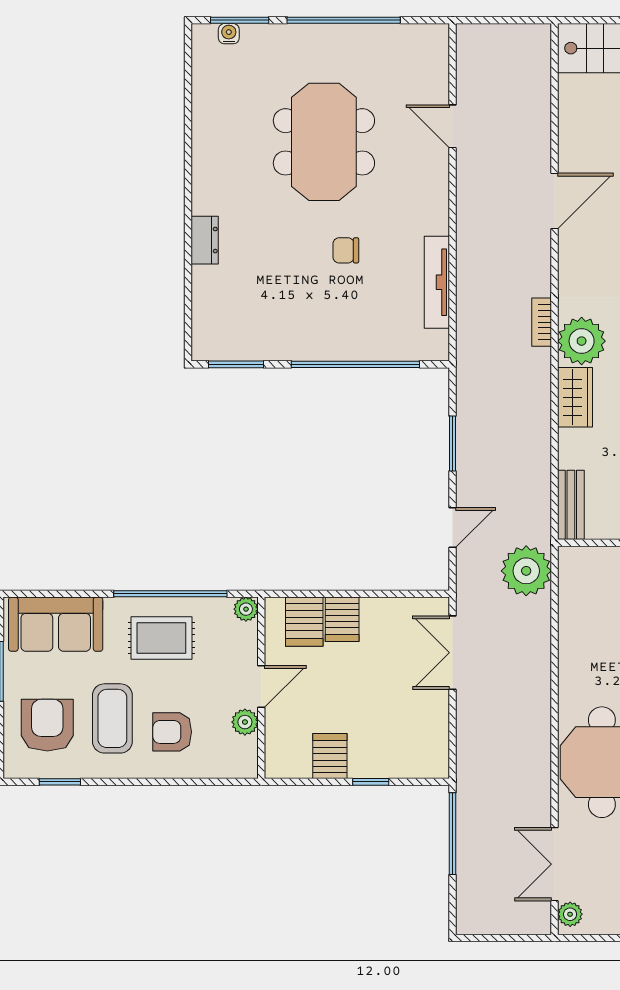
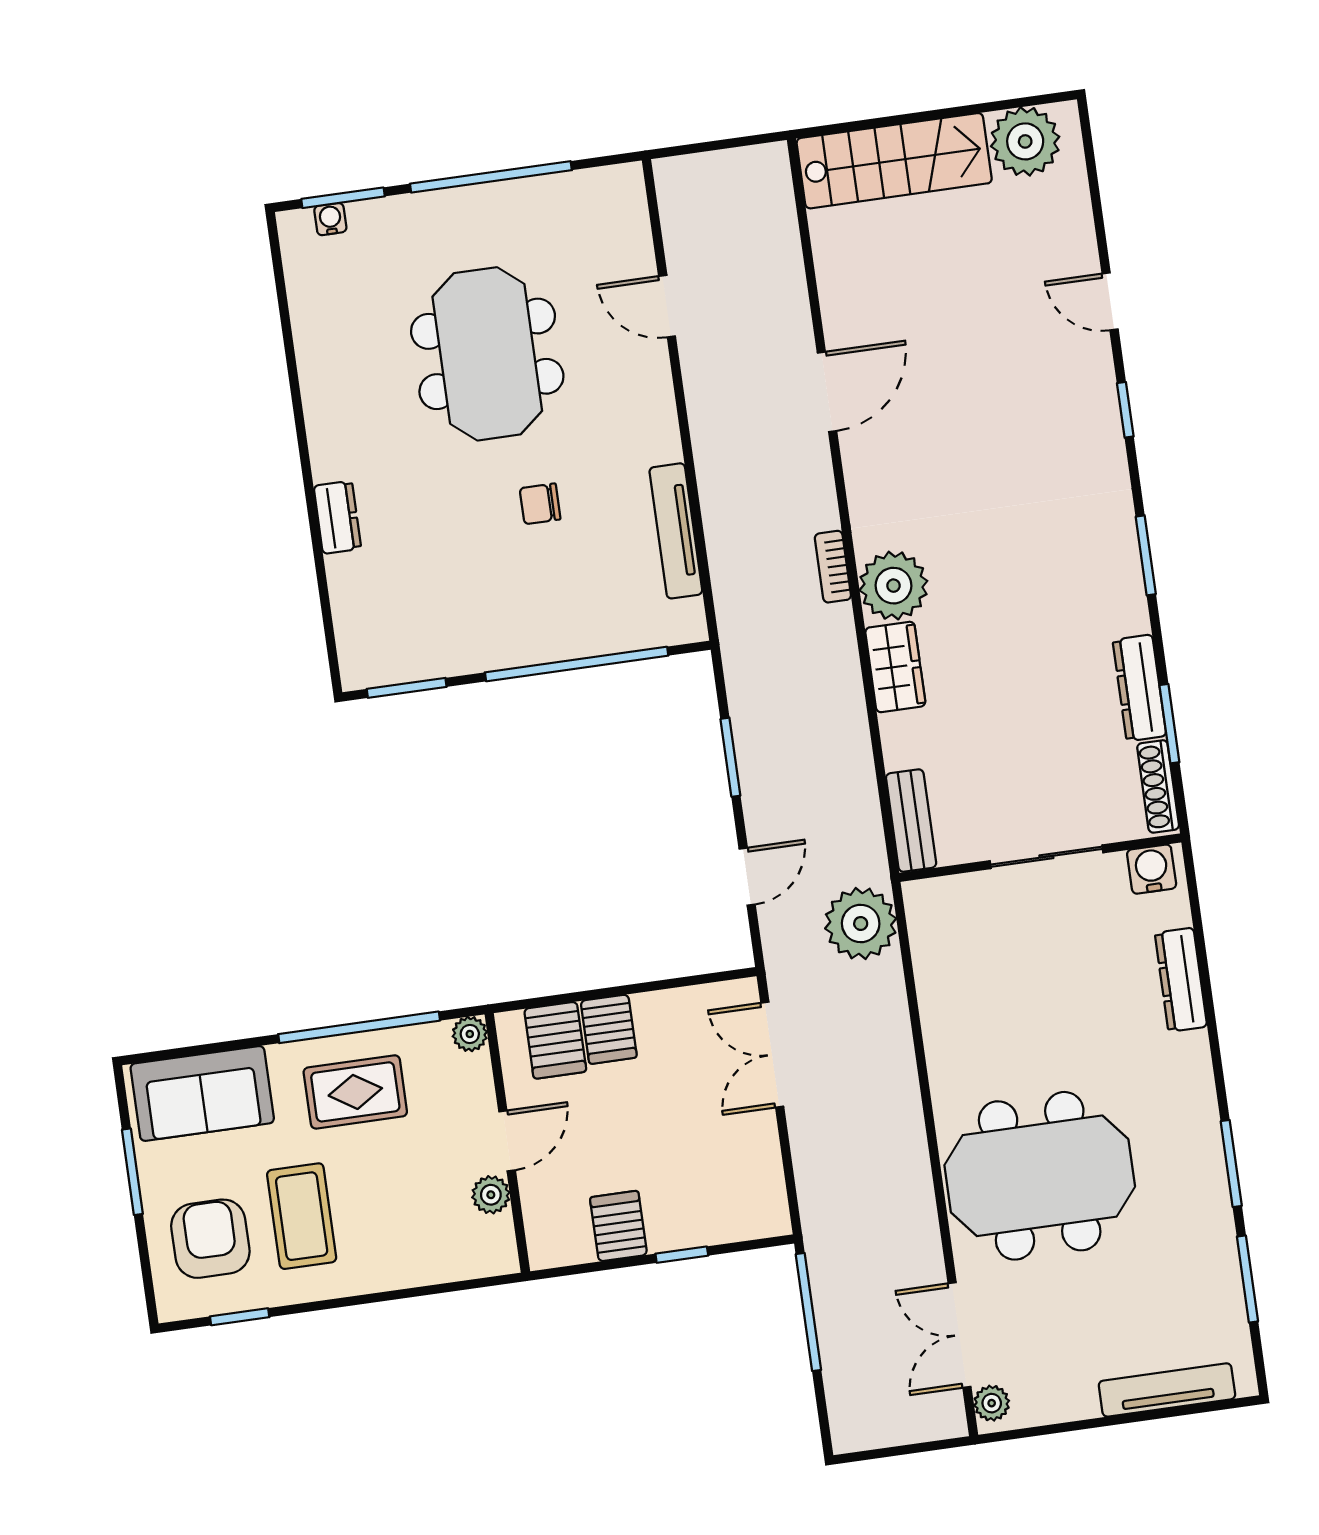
armchair: (172, 732) -> (389, 1223), removed

